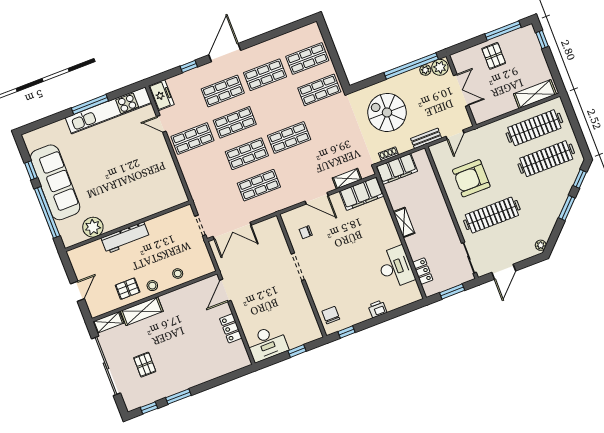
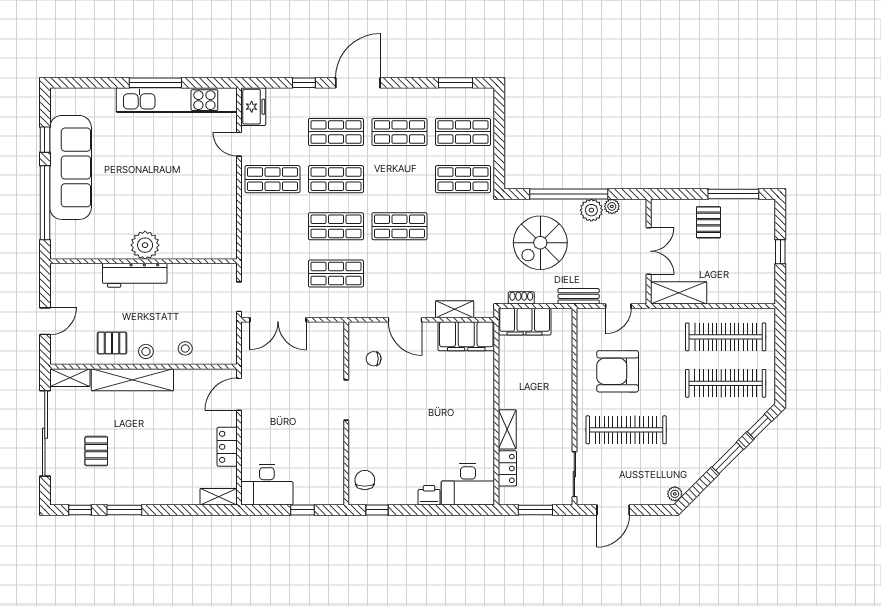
window: (290, 28) -> (456, 83), added
window: (542, 39) -> (780, 252), moved
window: (411, 66) -> (569, 194), moved
plant: (440, 67) -> (591, 210), moved
shelving: (535, 94) -> (679, 293), moved
spiral stairs: (387, 112) -> (540, 243), turned -90
shelving: (404, 222) -> (507, 429), moved
plant: (93, 227) -> (145, 245), moved
desk: (395, 267) -> (468, 484), moved, turned 90
shelving: (142, 311) -> (132, 380), width x1.47
shelving: (238, 364) -> (219, 497), added

